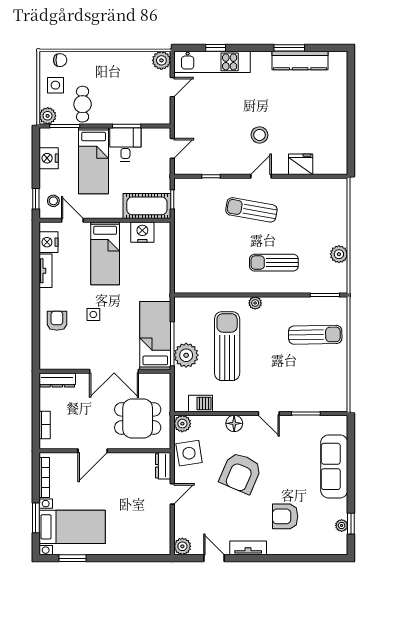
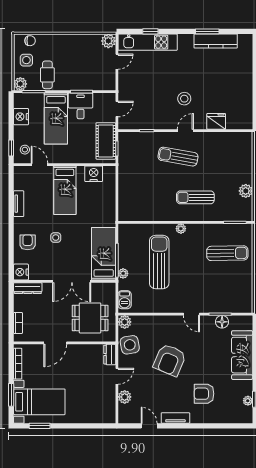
cot: (147, 206) -> (106, 141), moved, turned 90
nightstand: (48, 242) -> (21, 272), moved
plant: (186, 355) -> (123, 273), width x0.53, depth x0.53
barbecue: (200, 403) -> (125, 300), moved, turned 90
floor lamp: (234, 423) -> (222, 322), moved
plant: (182, 546) -> (125, 397), moved

